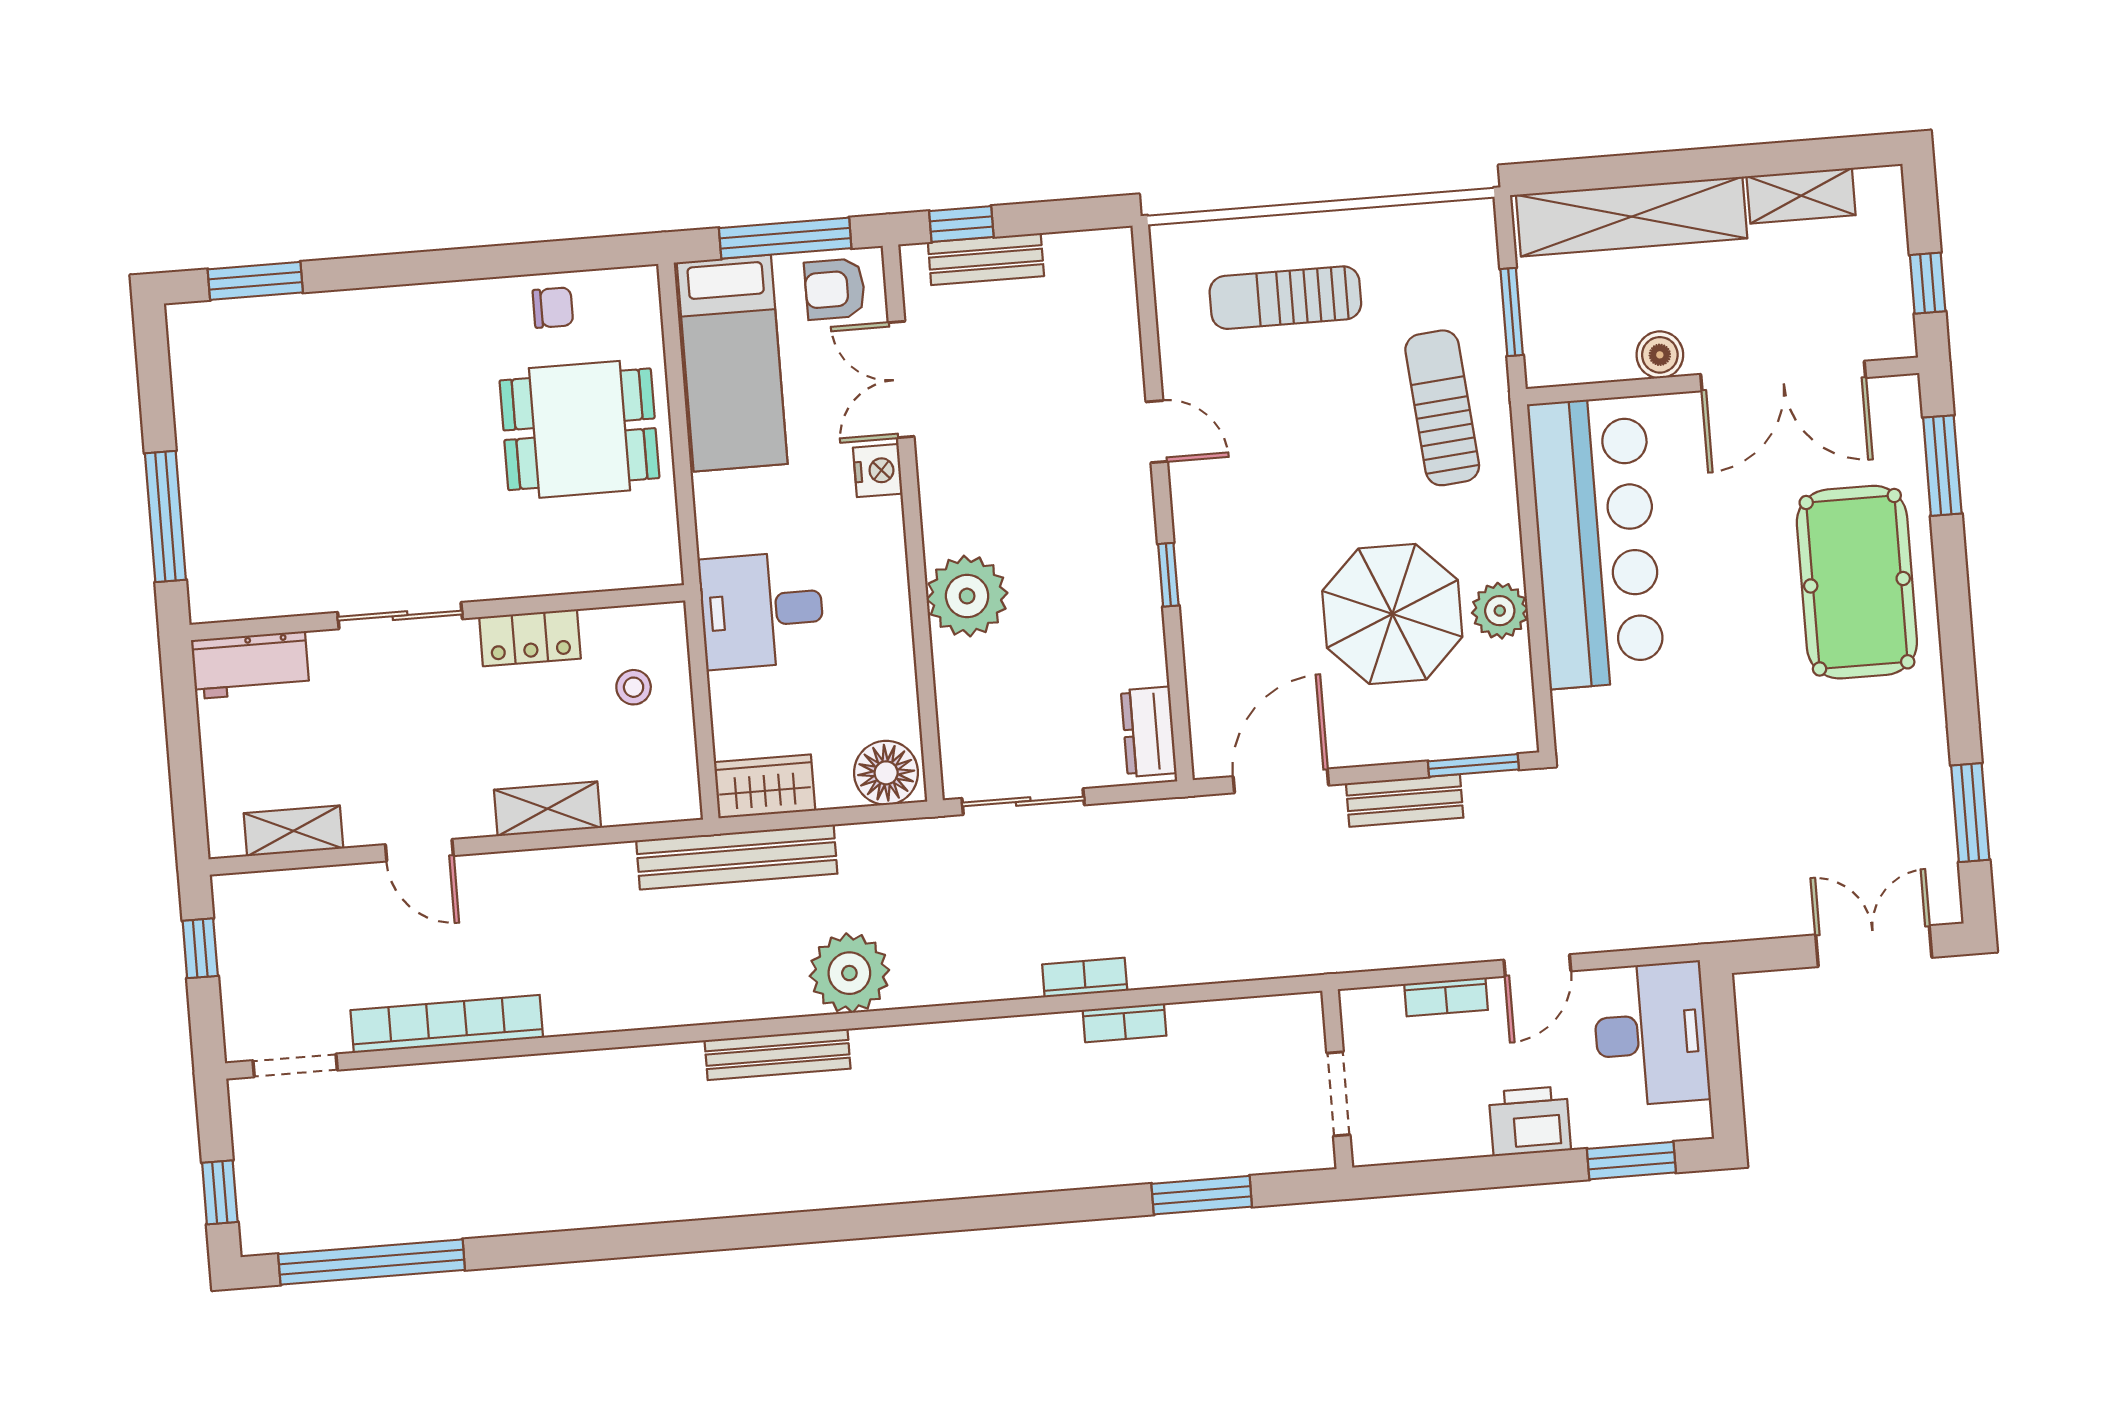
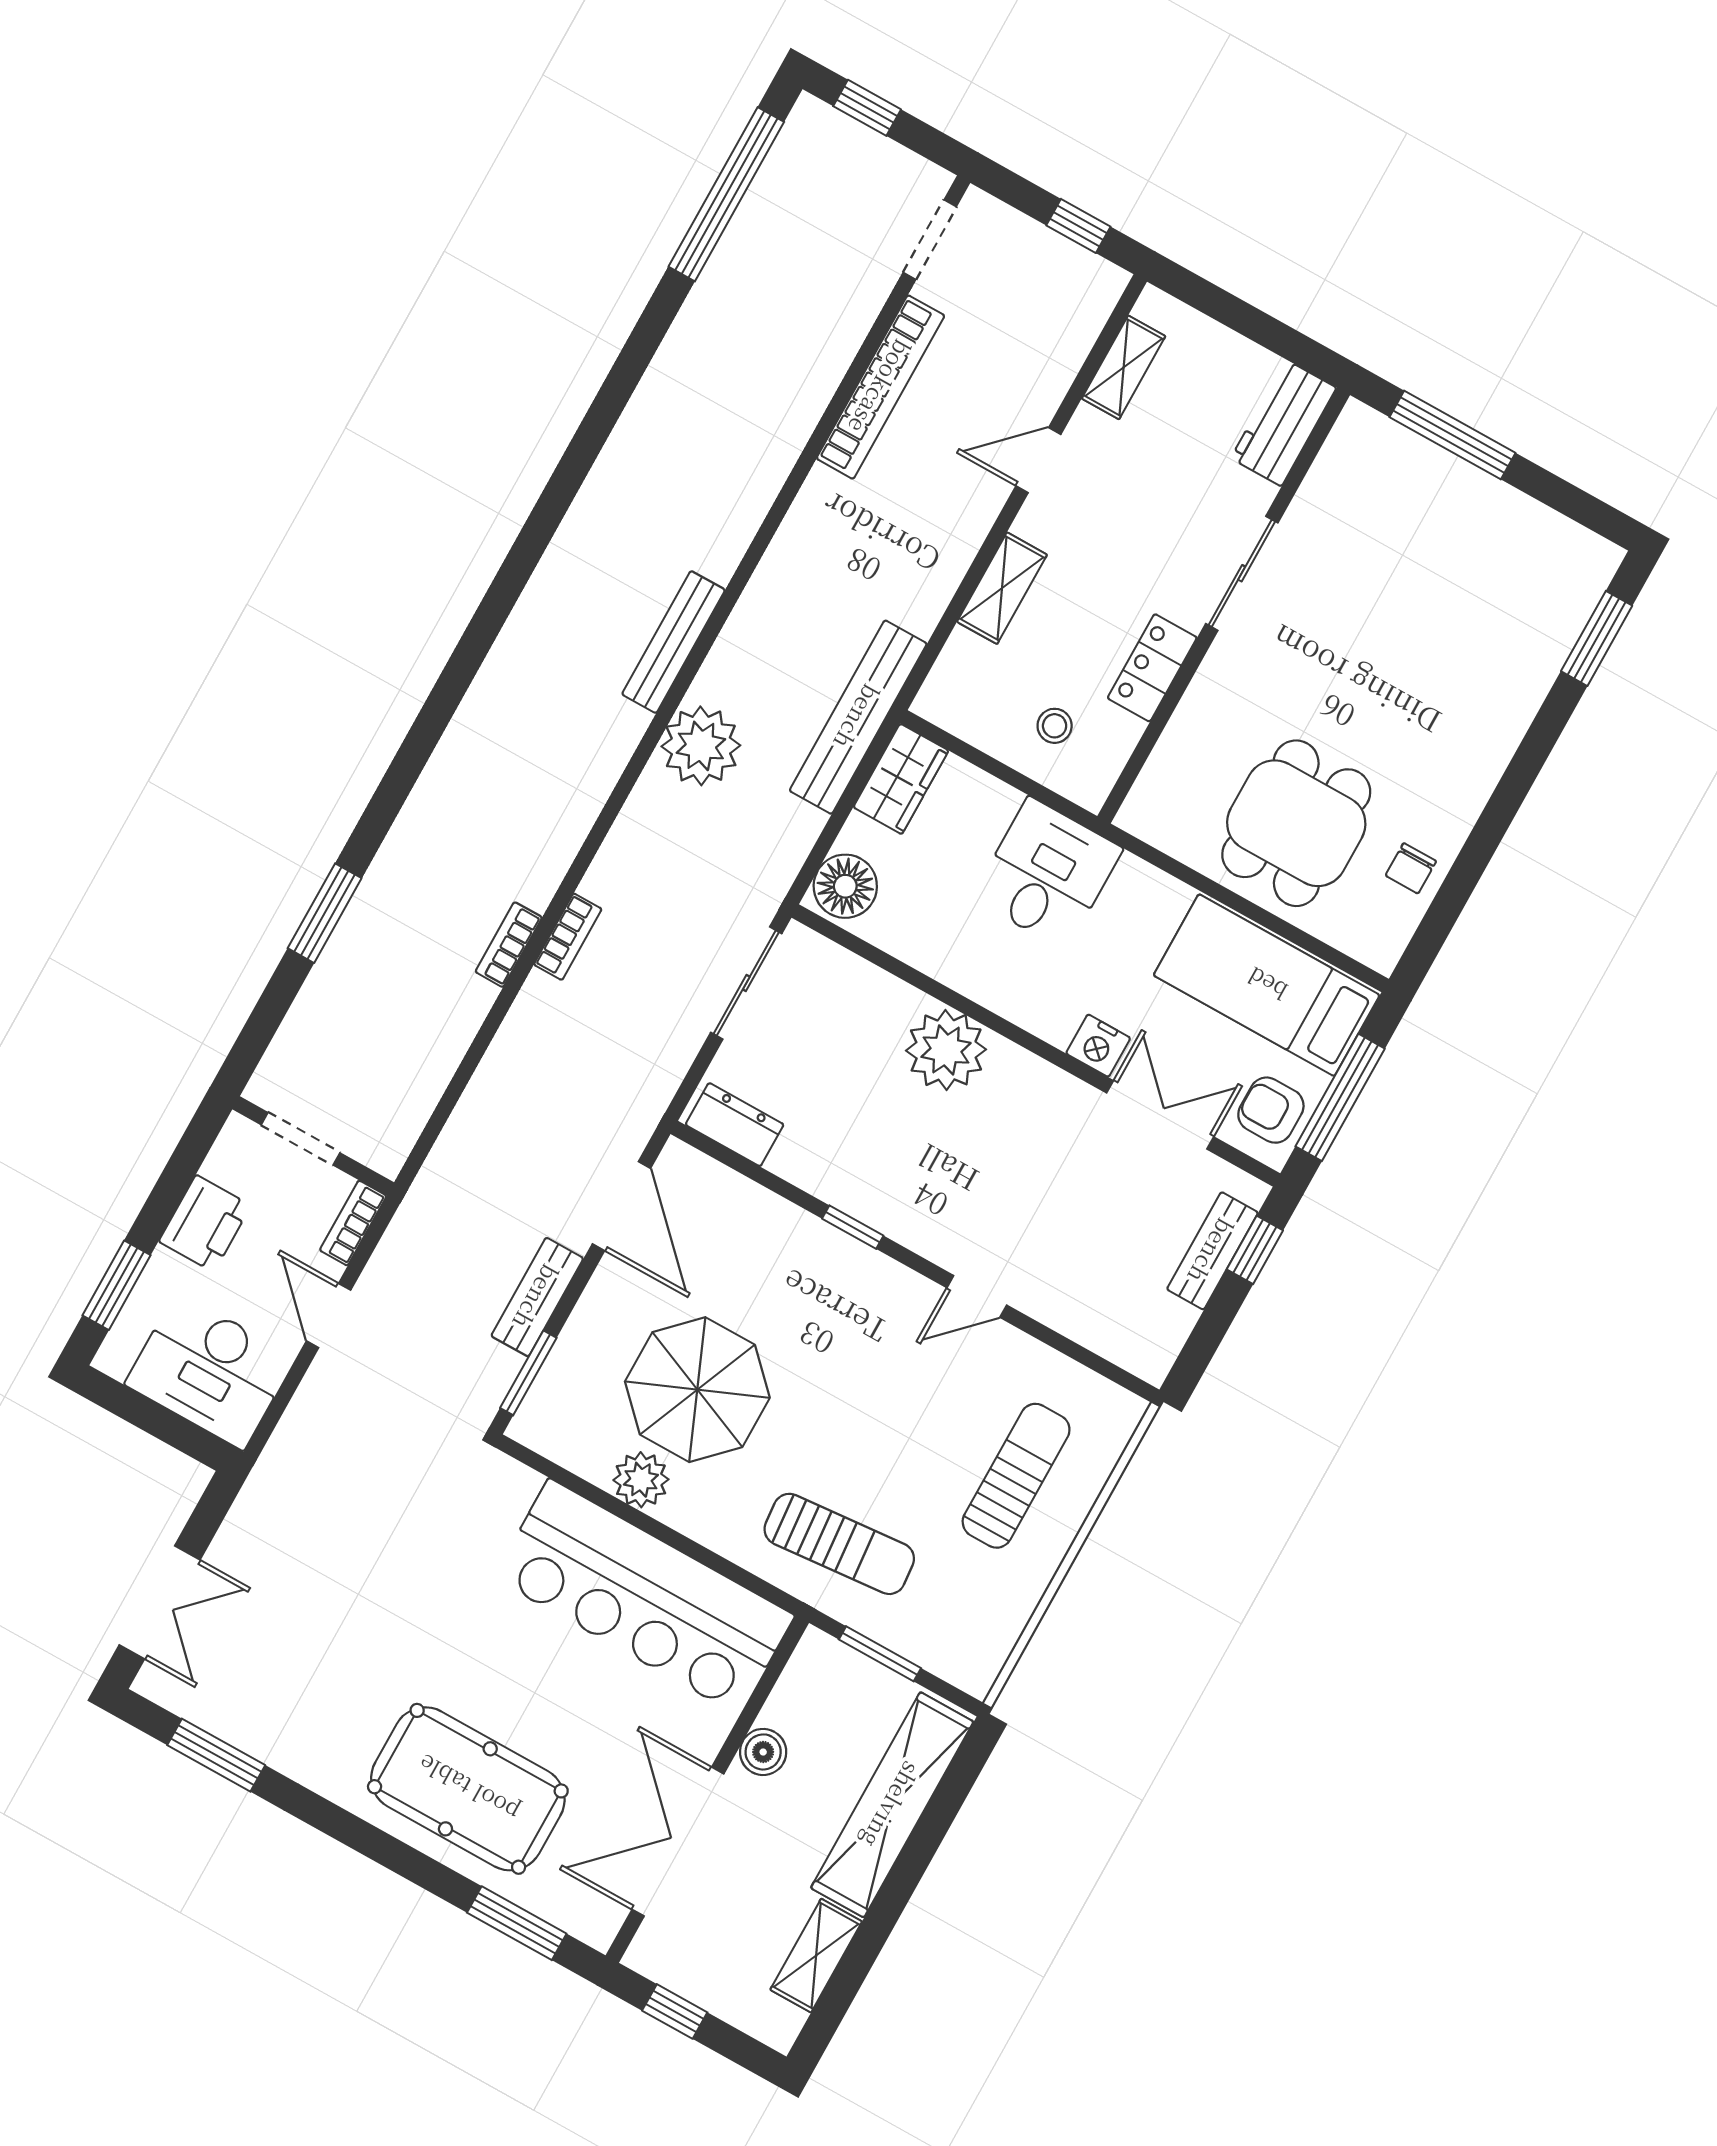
armchair: (835, 289) -> (1271, 1110), turned -90
wall: (1337, 1079) -> (313, 1146), moved
doorway: (1338, 1094) -> (300, 1139), moved

